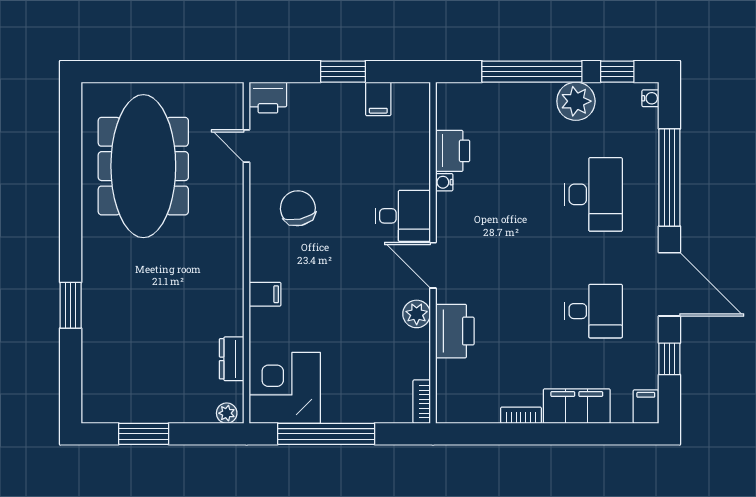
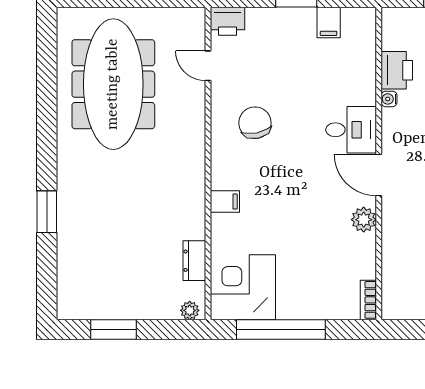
printer: (455, 331) -> (399, 235), removed

